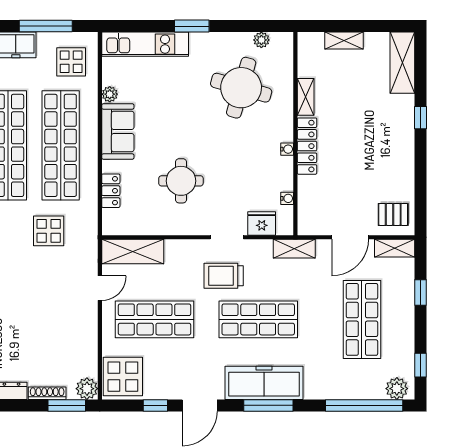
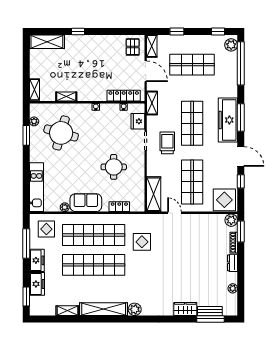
window: (192, 26) -> (26, 135), moved
shelving: (344, 41) -> (34, 90), moved
locker: (307, 146) -> (124, 96), moved
trolley: (224, 276) -> (167, 143), turned 180

